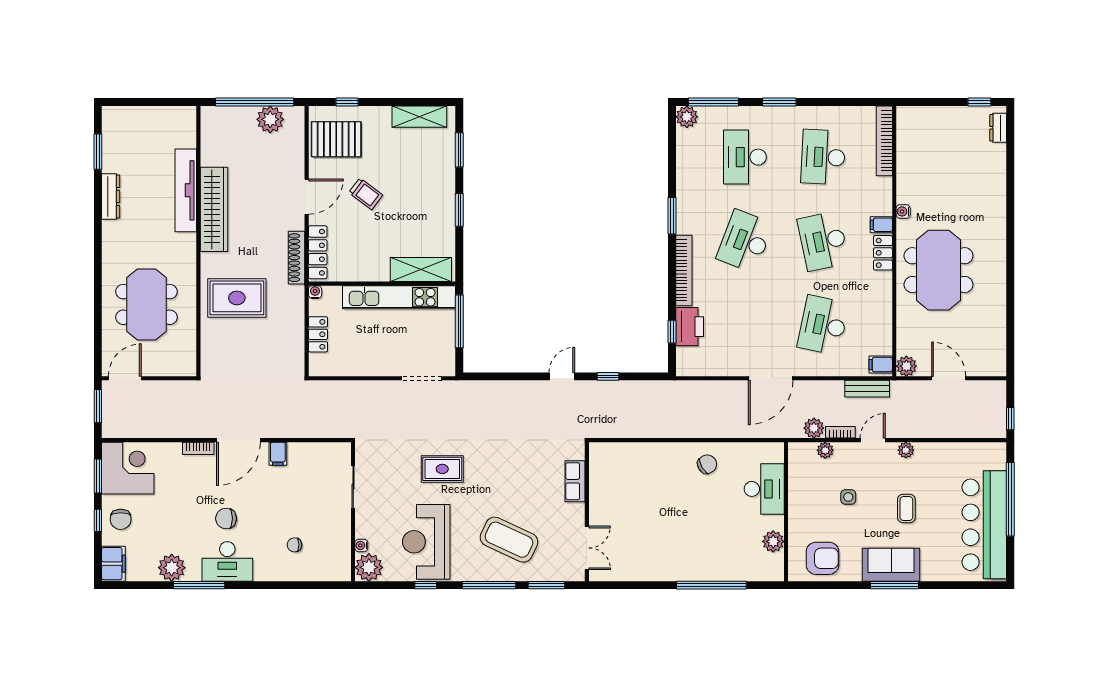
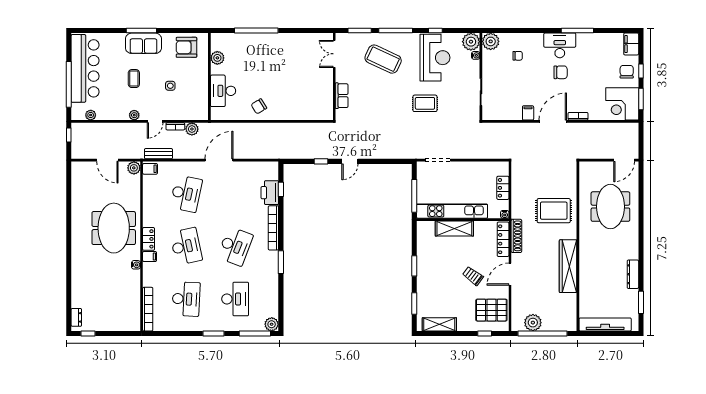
tv unit: (186, 190) -> (605, 324), moved, turned -90
shelving: (421, 269) -> (454, 228), moved
window: (98, 406) -> (641, 143), removed
plant: (825, 450) -> (91, 115), moved
plant: (172, 568) -> (491, 41), moved

